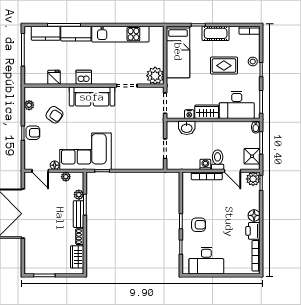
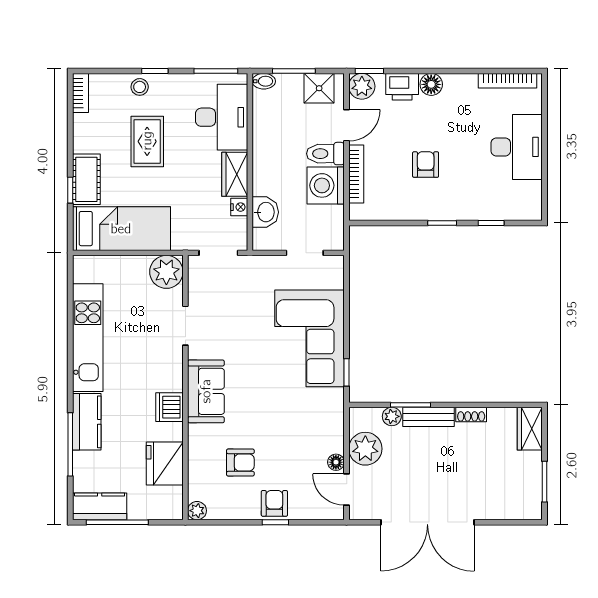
kitchen counter: (46, 33) -> (100, 506), moved, turned -90
cot: (216, 33) -> (86, 179), moved
fridge: (54, 77) -> (165, 463), width x1.88, depth x1.34
sofa: (92, 97) -> (206, 391), width x0.73
plant: (29, 105) -> (197, 511), moved
armchair: (54, 115) -> (240, 462), turned 55
corner sofa: (86, 151) -> (310, 338), moved
washing machine: (205, 164) -> (326, 185), width x1.89, depth x1.89
door: (40, 171) -> (347, 489), swing flipped
plant: (66, 177) -> (365, 449), width x1.87, depth x1.87
armchair: (199, 225) -> (426, 165), moved
printer: (253, 231) -> (402, 87), moved
wardrobe: (77, 257) -> (530, 429), moved, turned 90
desk: (206, 261) -> (517, 147), moved

